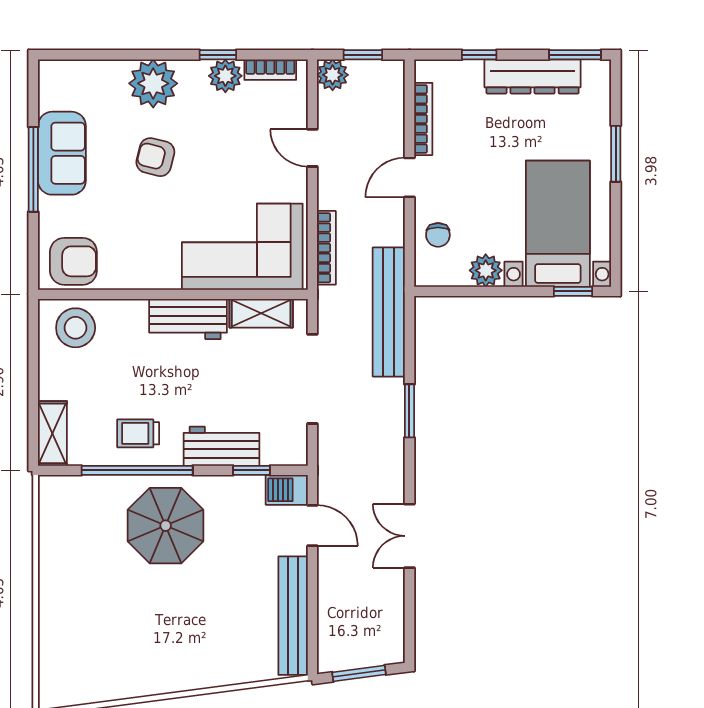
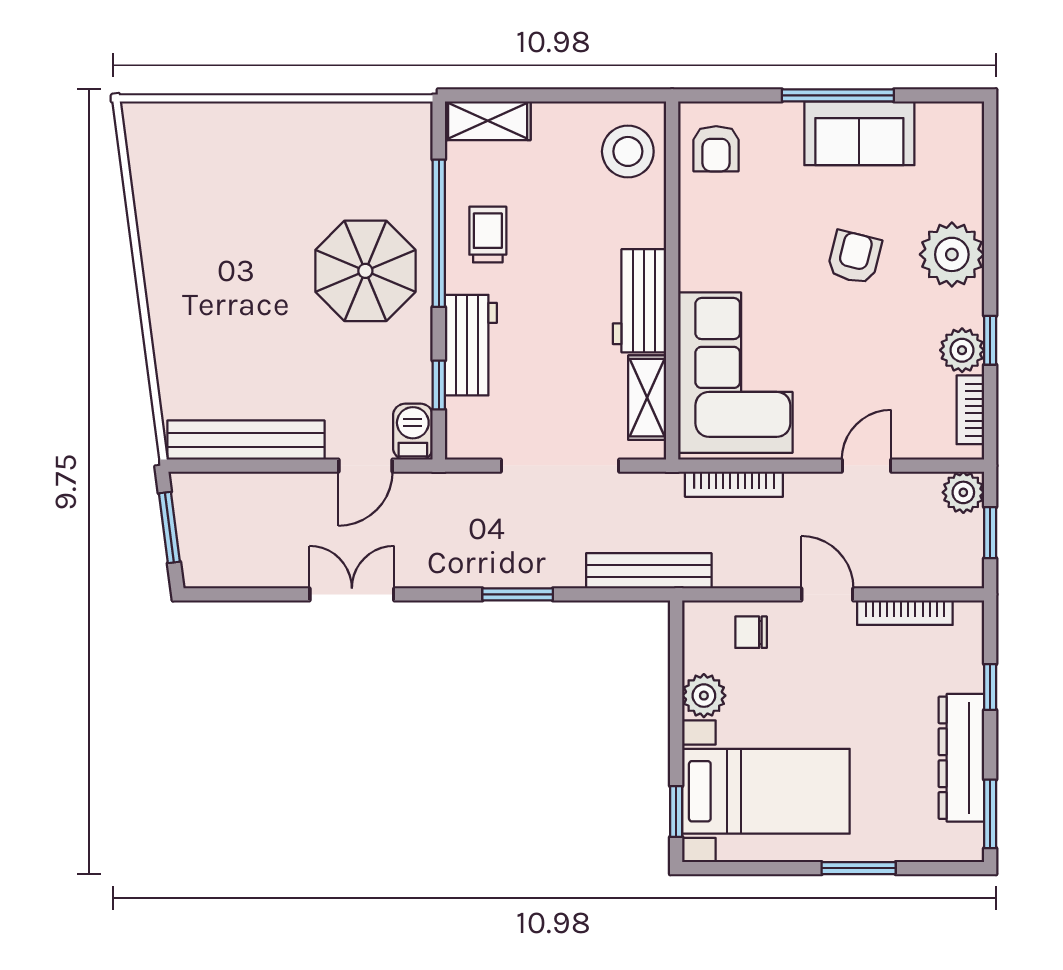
armchair: (73, 261) -> (716, 149), width x0.72, depth x0.72
bench: (389, 312) -> (649, 571), width x0.73, depth x0.82

